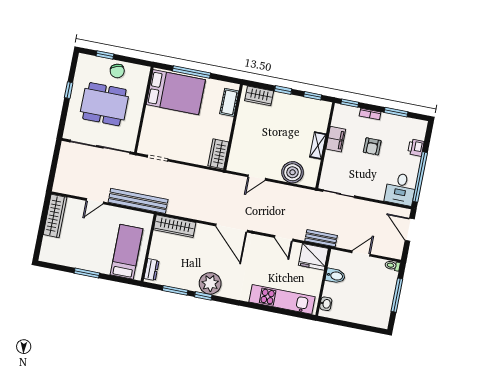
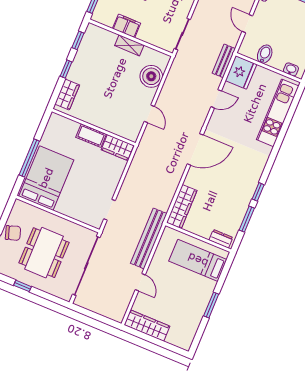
cot: (229, 102) -> (91, 136), moved
plant: (210, 283) -> (247, 182), removed

